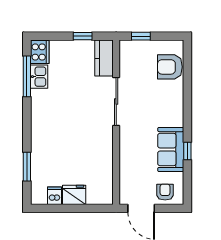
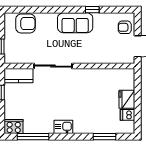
armchair: (170, 67) -> (26, 24), turned -90
kitchen sink: (39, 77) -> (63, 127), moved
sofa: (171, 150) -> (75, 23), moved

